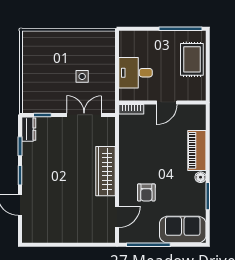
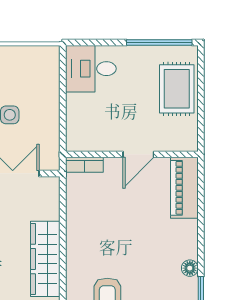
desk: (135, 73) -> (91, 69), moved
piano: (197, 150) -> (184, 188), moved

